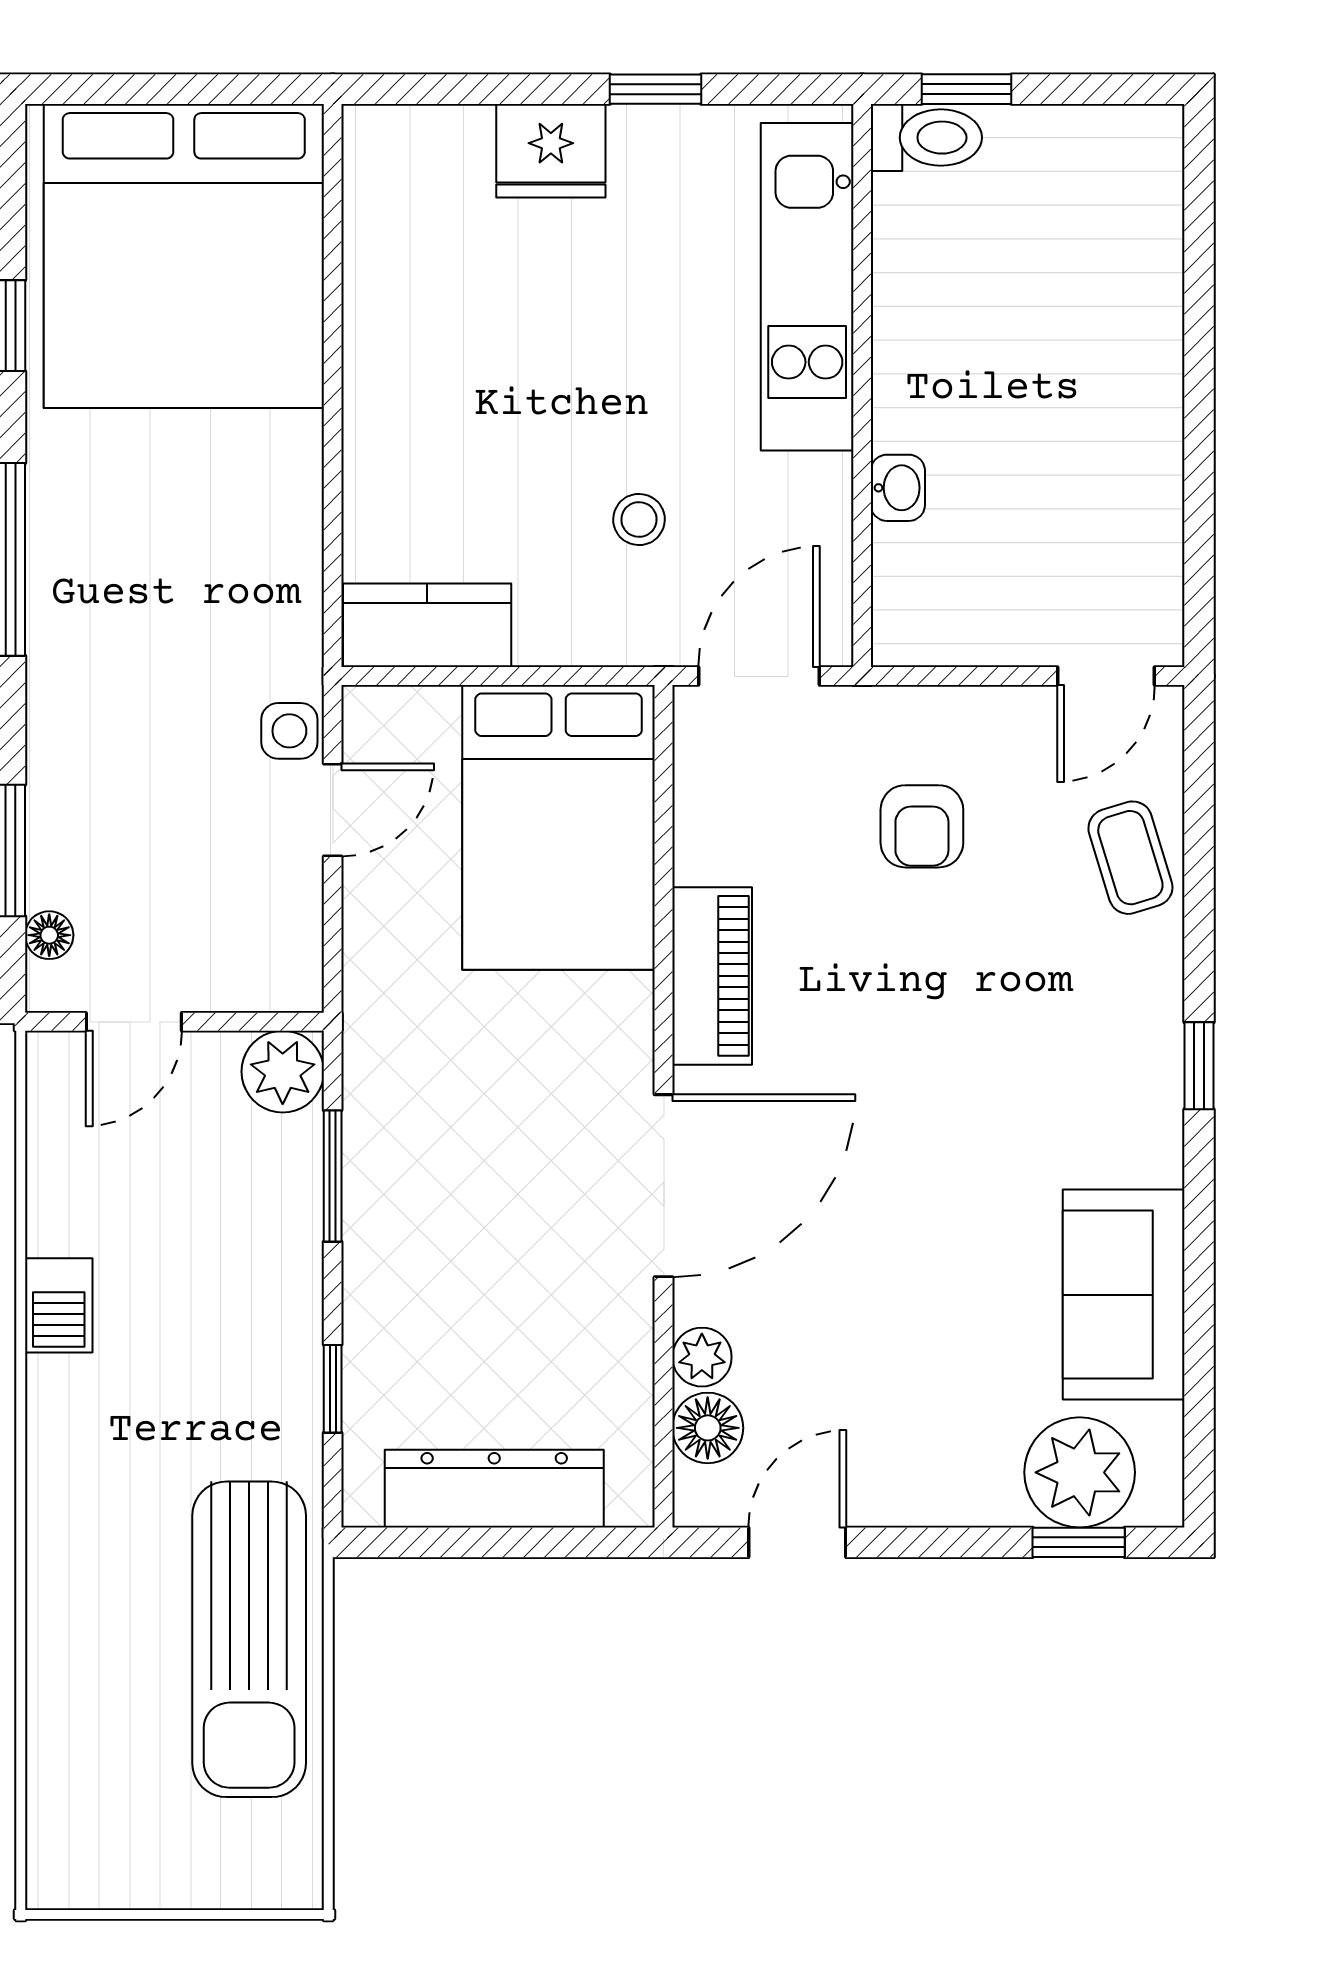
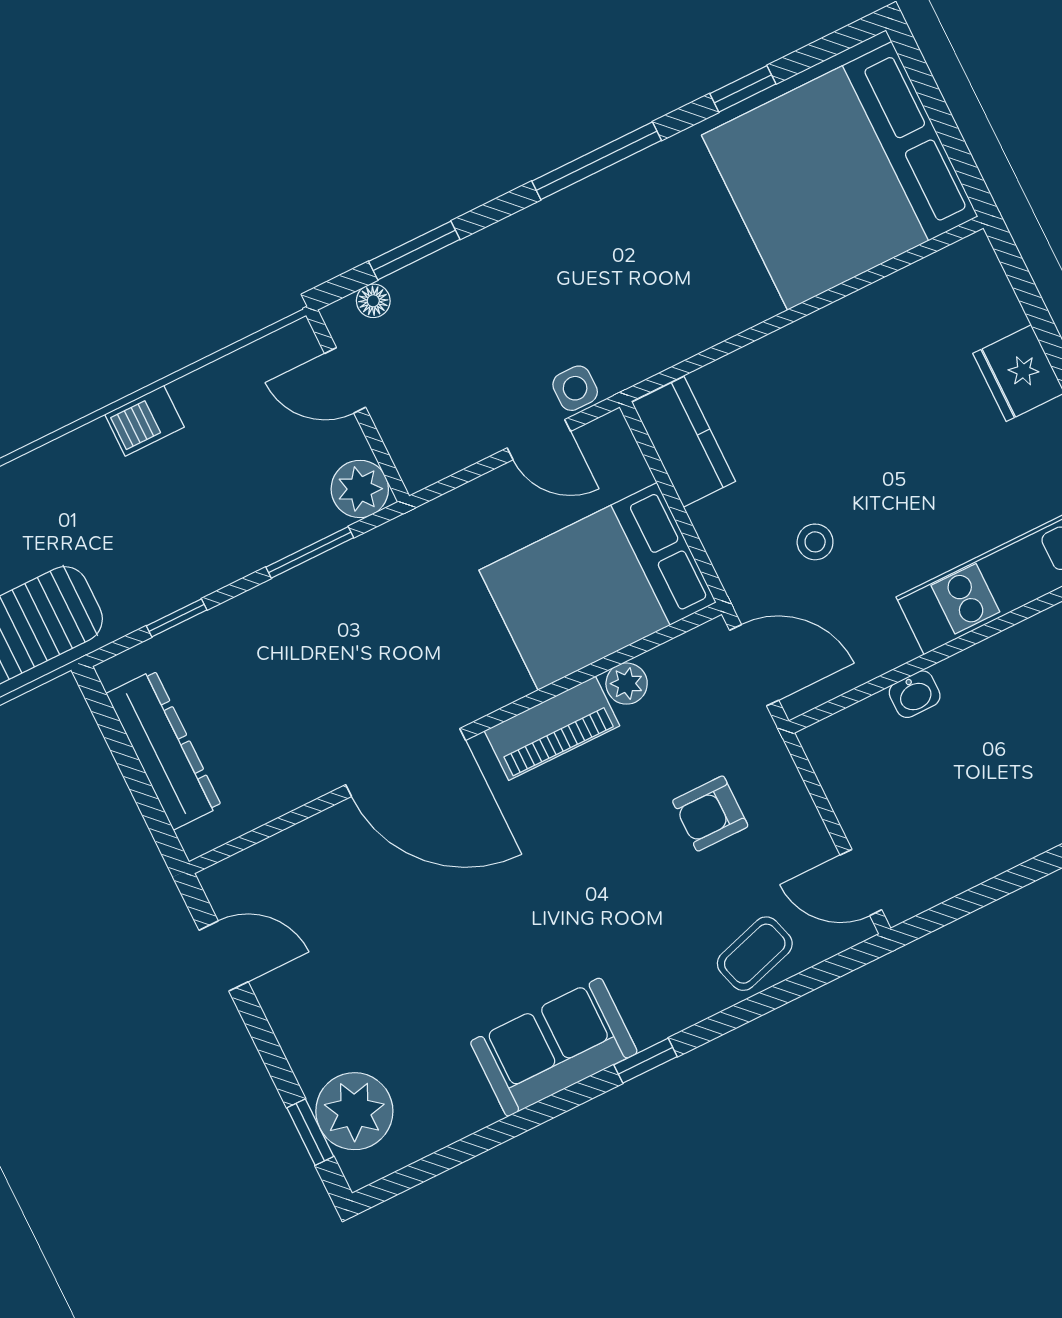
sofa: (1124, 1295) -> (554, 1047), moved
plant: (702, 1357) -> (627, 684), moved
floor lamp: (708, 1428) -> (268, 865), removed

